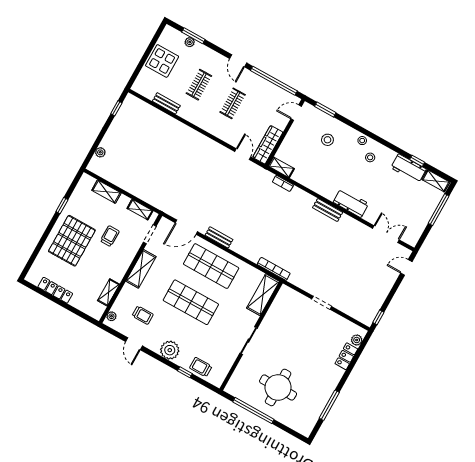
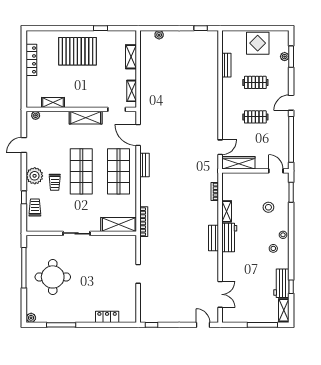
shelving: (281, 167) -> (227, 211), moved
workbench: (351, 203) -> (229, 238), moved
trolley: (110, 236) -> (98, 79), removed
trolley: (143, 315) -> (55, 182), moved
plant: (357, 340) -> (31, 318), moved

